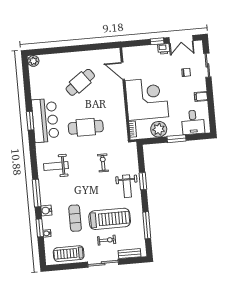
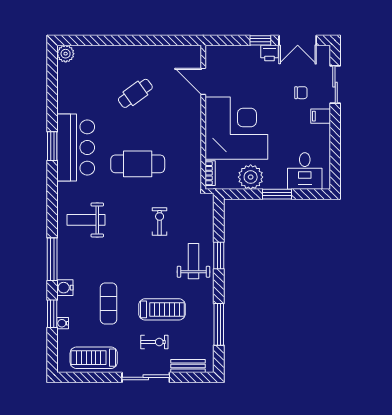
cafe table: (80, 82) -> (135, 93), width x0.73, depth x0.74
filing cabinet: (201, 97) -> (321, 116), moved
weight bench: (127, 186) -> (193, 261), turned 180
treadmill: (110, 219) -> (162, 309), width x0.73, depth x0.73

